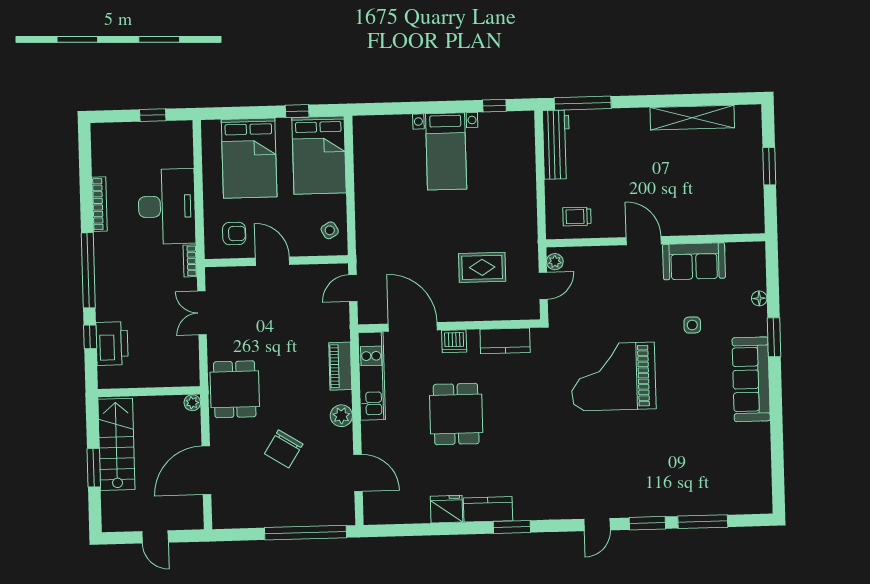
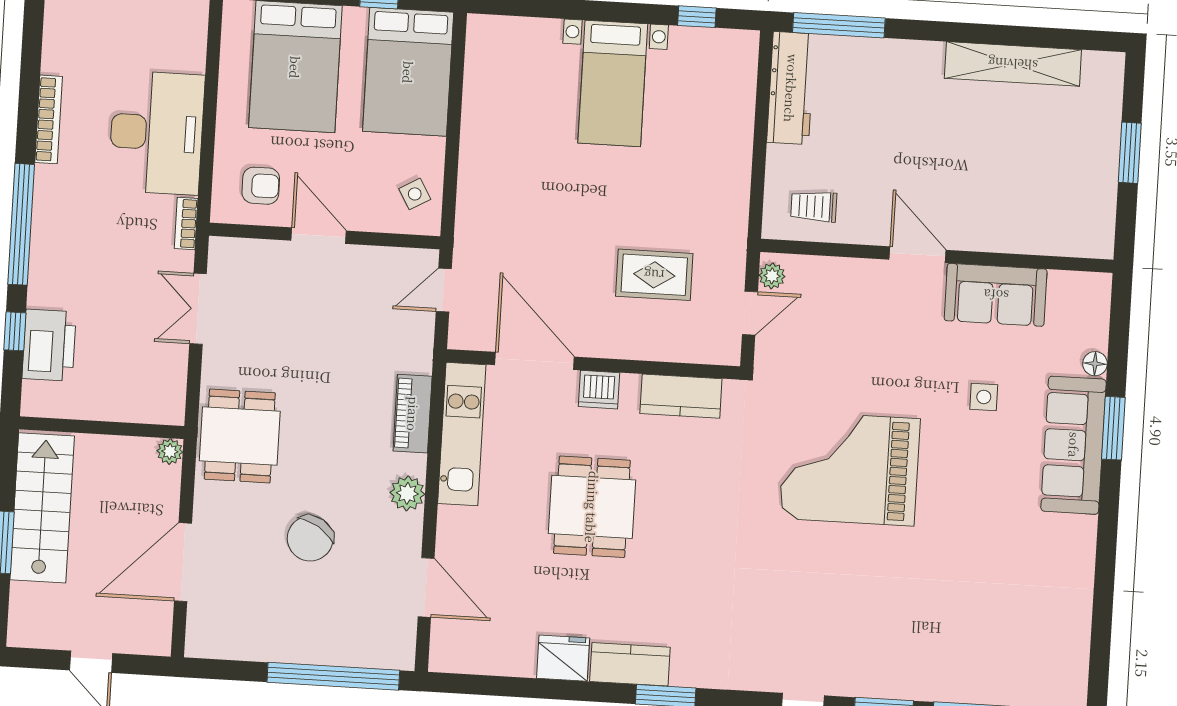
sofa: (751, 379) -> (1074, 445), moved

